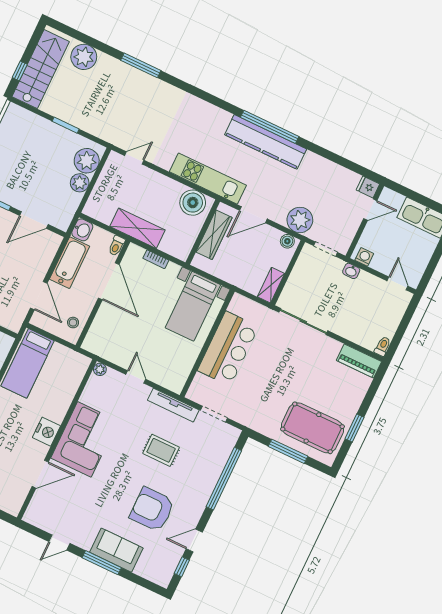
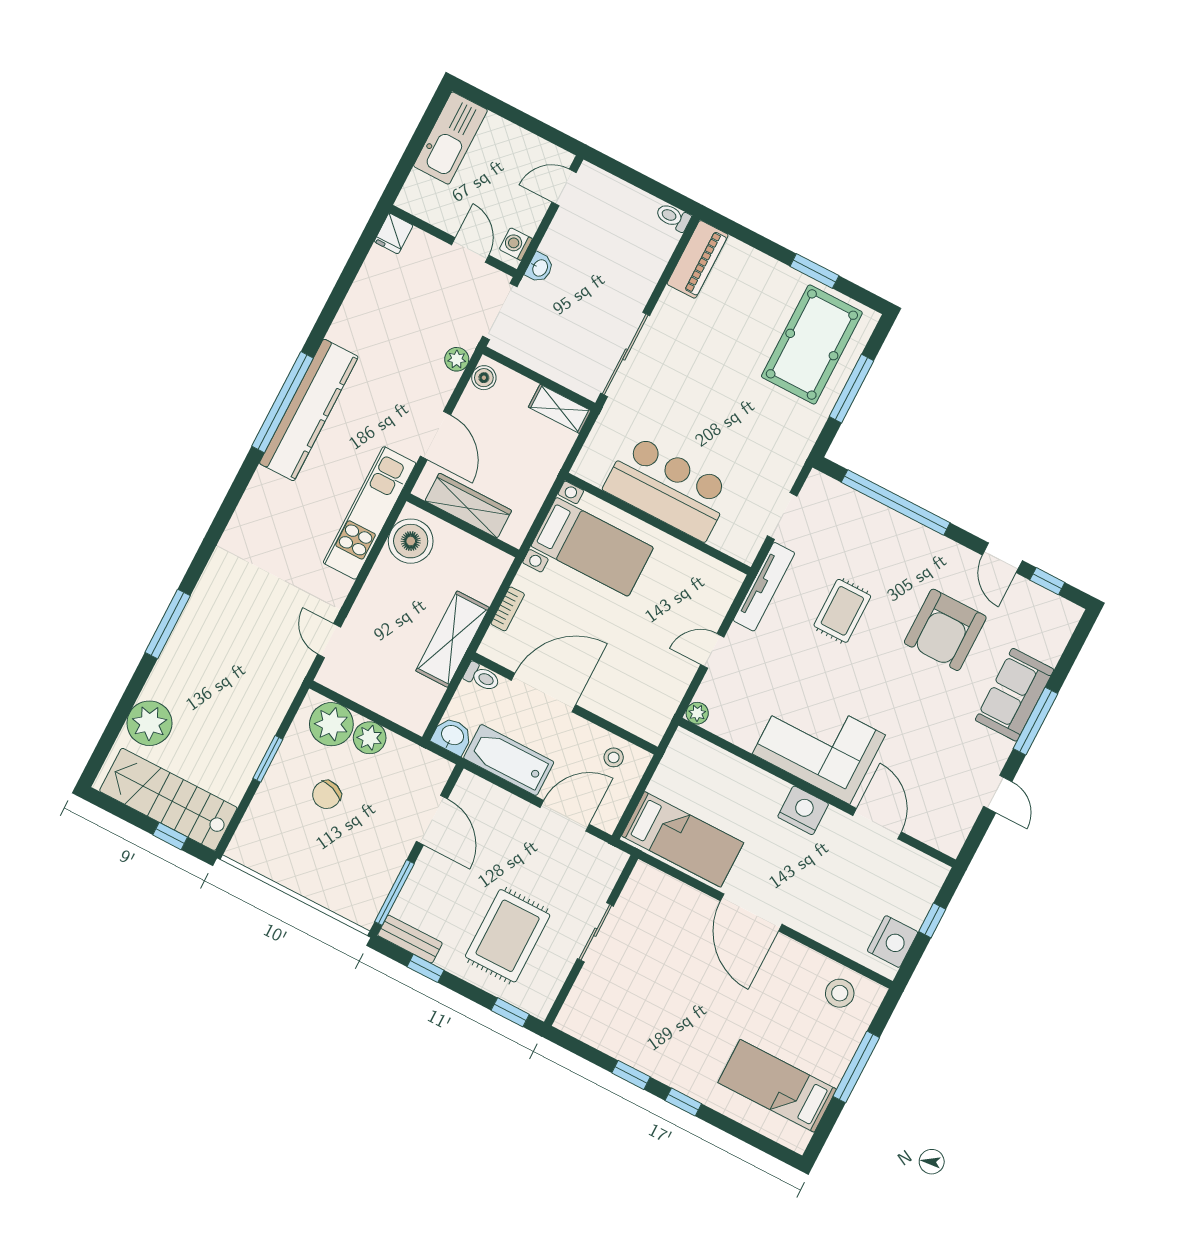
chair: (46, 159) -> (327, 795), added
door: (370, 210) -> (470, 250), moved
plant: (300, 220) -> (457, 359), width x0.53, depth x0.53
doorway: (325, 249) -> (500, 311), width x1.38

